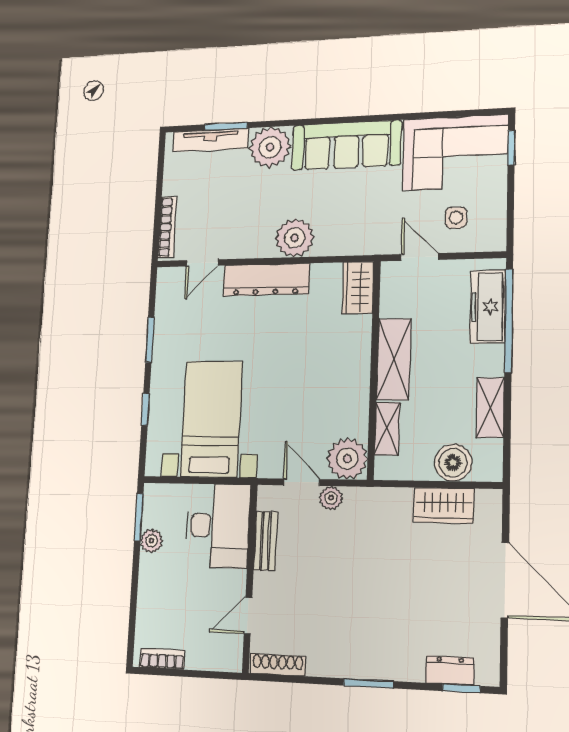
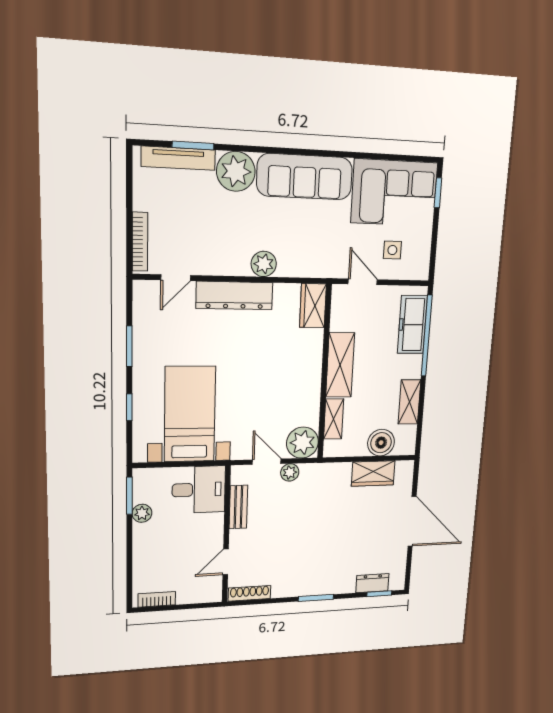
plant: (295, 238) -> (264, 264), width x0.73, depth x0.73
desk: (218, 526) -> (199, 490), width x0.73

